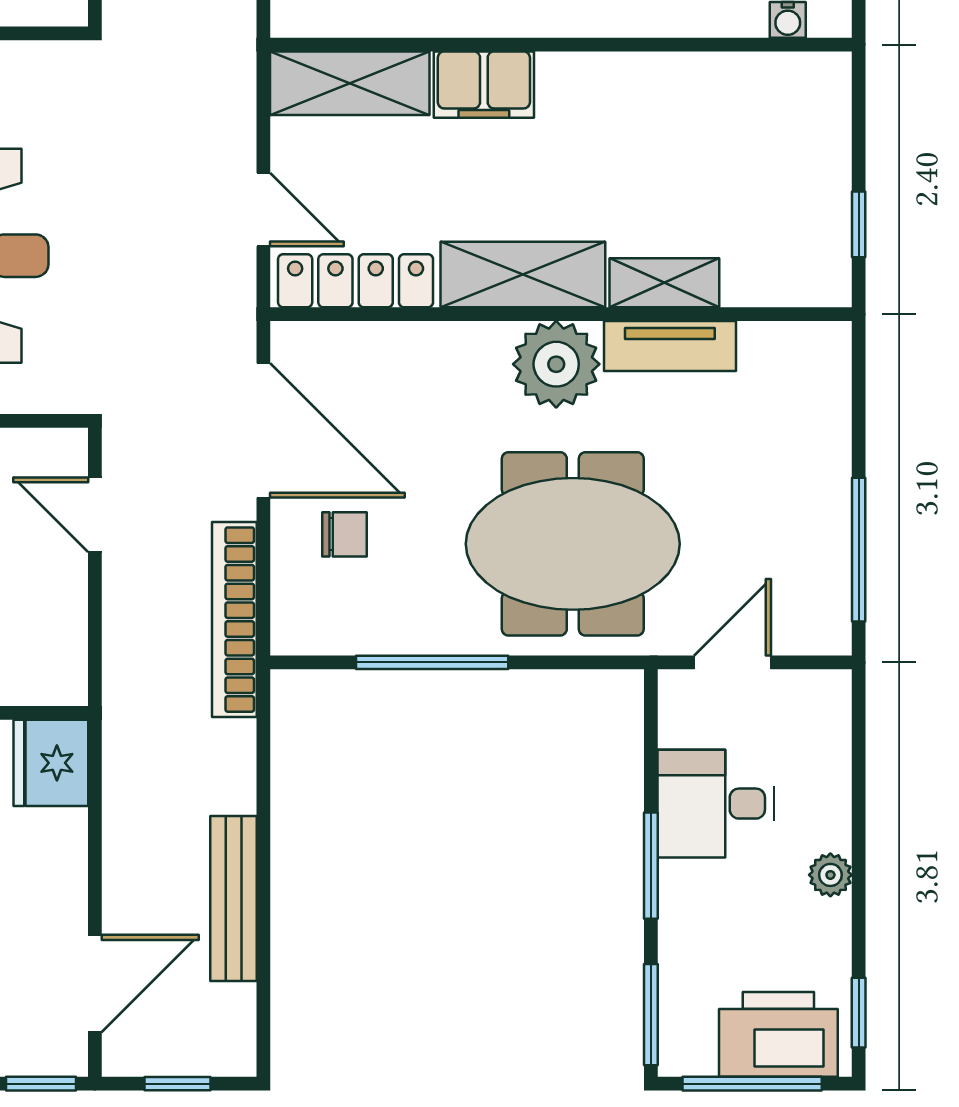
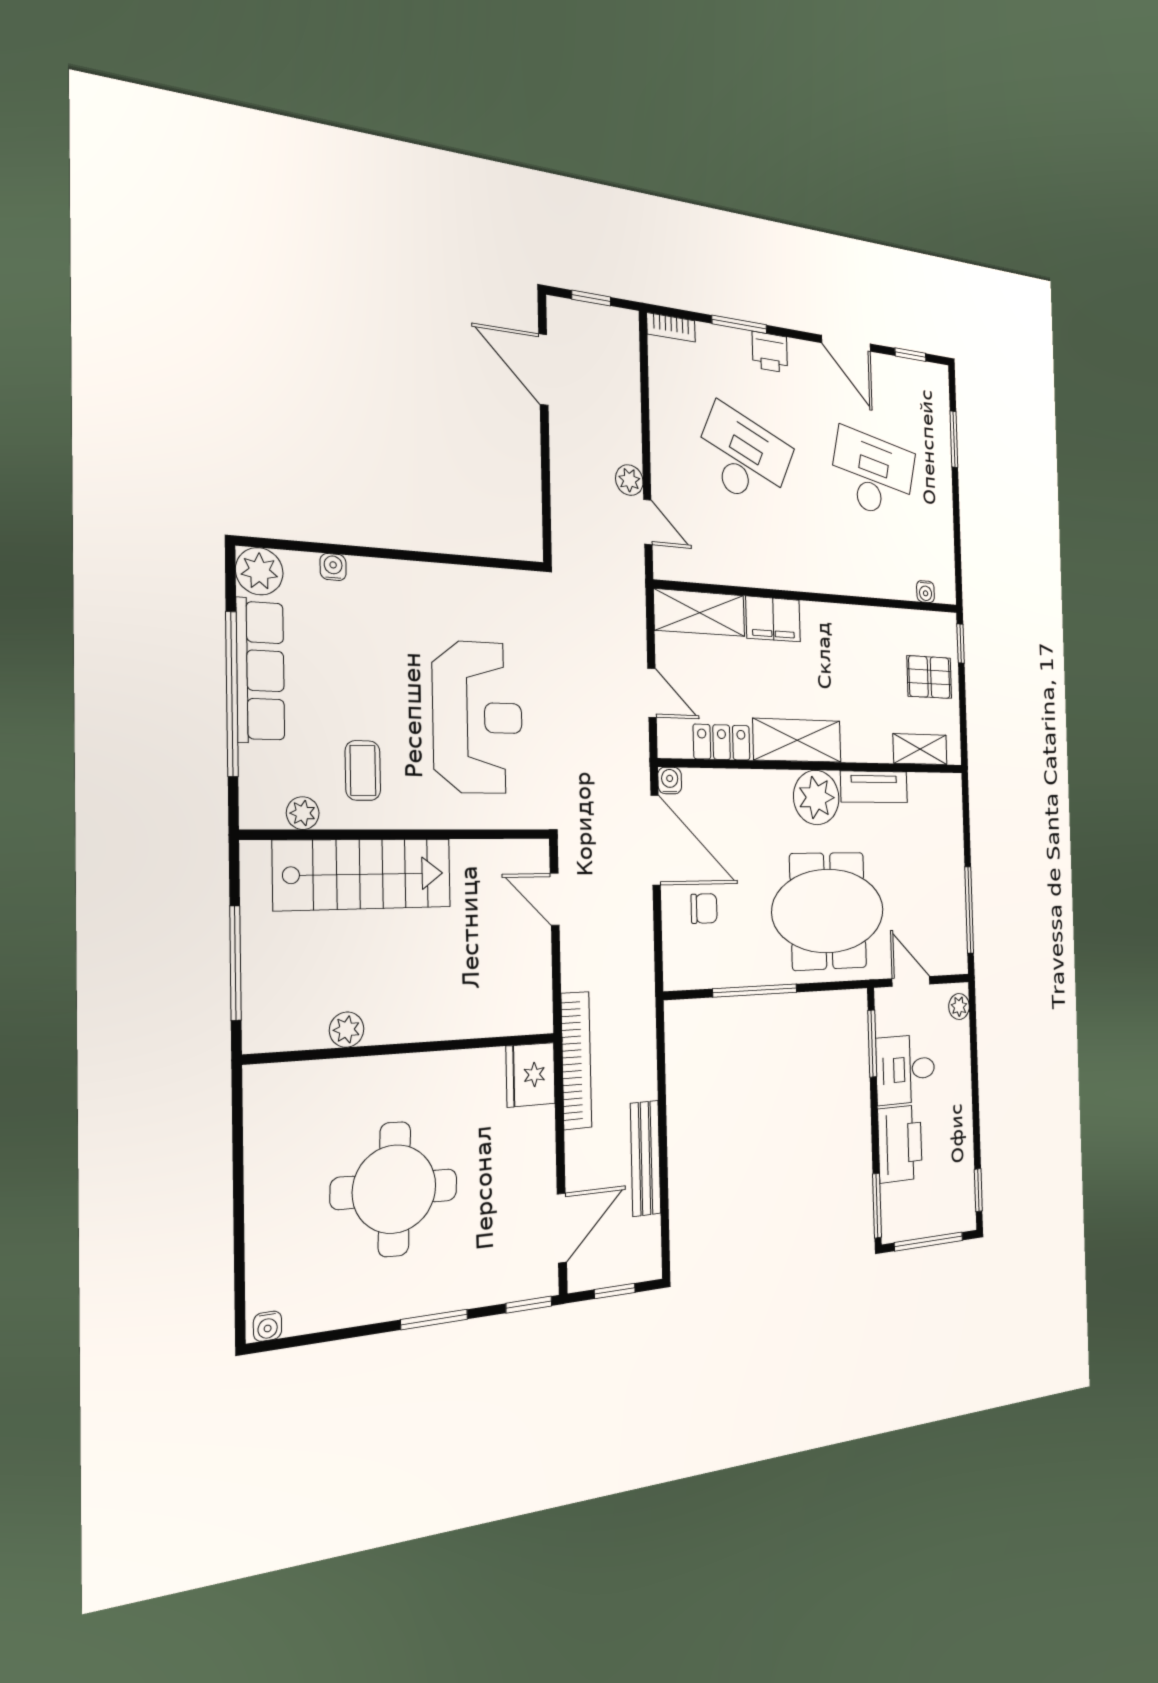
pallet: (790, 162) -> (929, 677), added
window: (859, 224) -> (961, 643), moved
locker: (356, 281) -> (722, 742), width x0.66
shelving: (664, 283) -> (920, 749), moved
water cooler: (290, 341) -> (670, 781), added
bookcase: (234, 620) -> (576, 1060), moved, turned 180
door: (732, 662) -> (911, 981), hinge flipped
window: (651, 866) -> (872, 1044), moved
plant: (830, 875) -> (959, 1007), moved
printer: (778, 1034) -> (900, 1144), moved, turned 90

